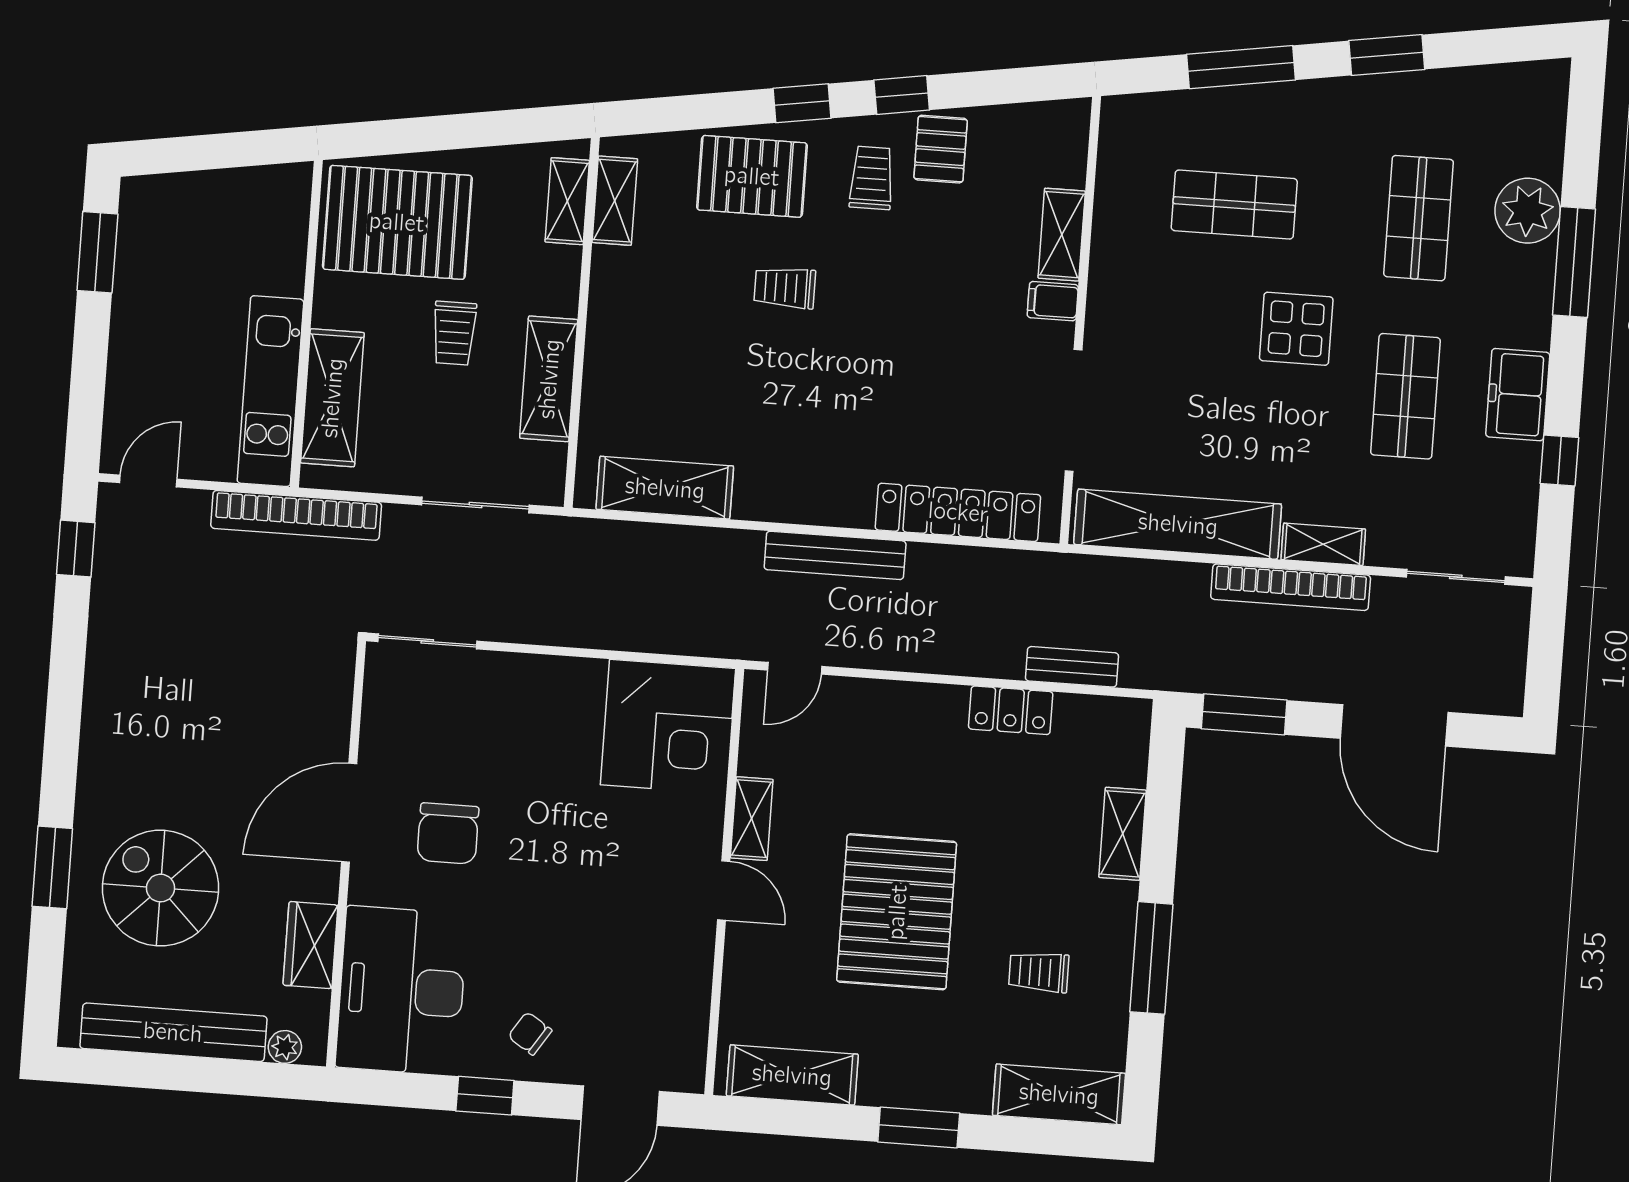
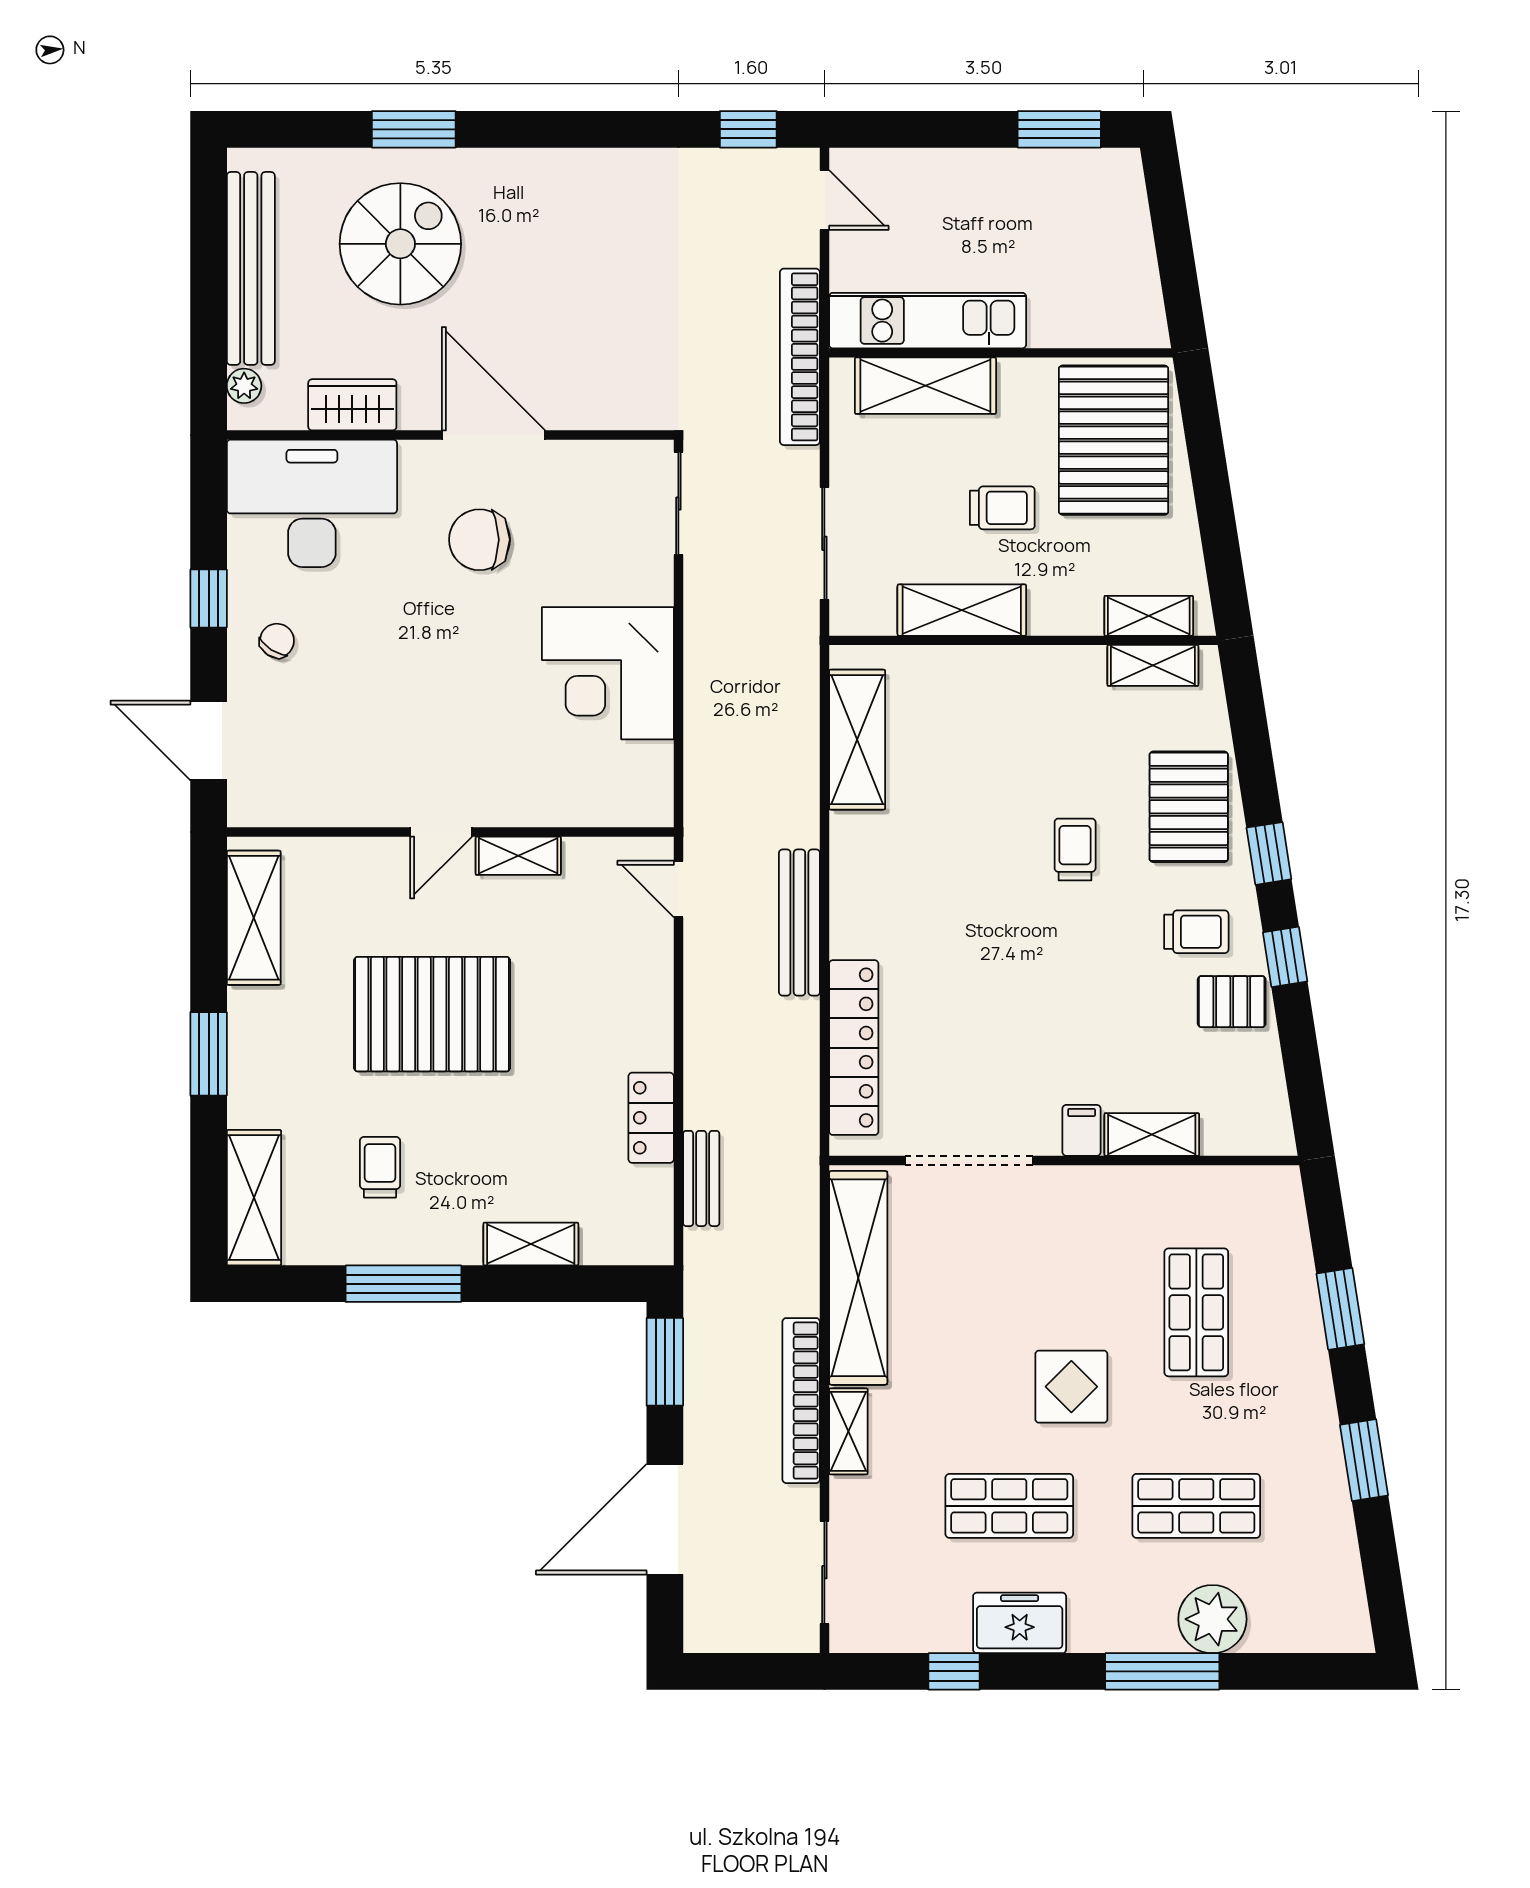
window: (1241, 67) -> (1340, 1309), width x0.69
trolley: (454, 333) -> (1002, 508), turned 180
corner desk: (668, 727) -> (608, 673), moved

